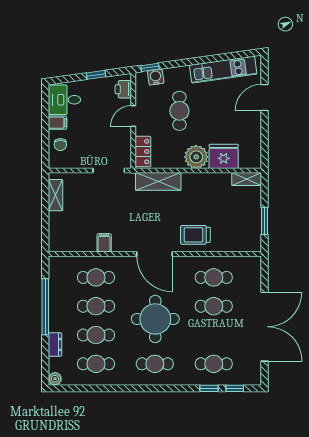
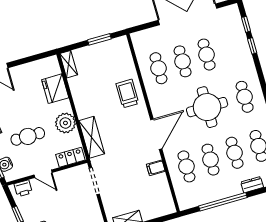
plant: (196, 157) -> (65, 123), moved
trolley: (195, 235) -> (127, 94), turned 180
door: (154, 254) -> (156, 134), moved
cafe table: (214, 364) -> (207, 55), moved

